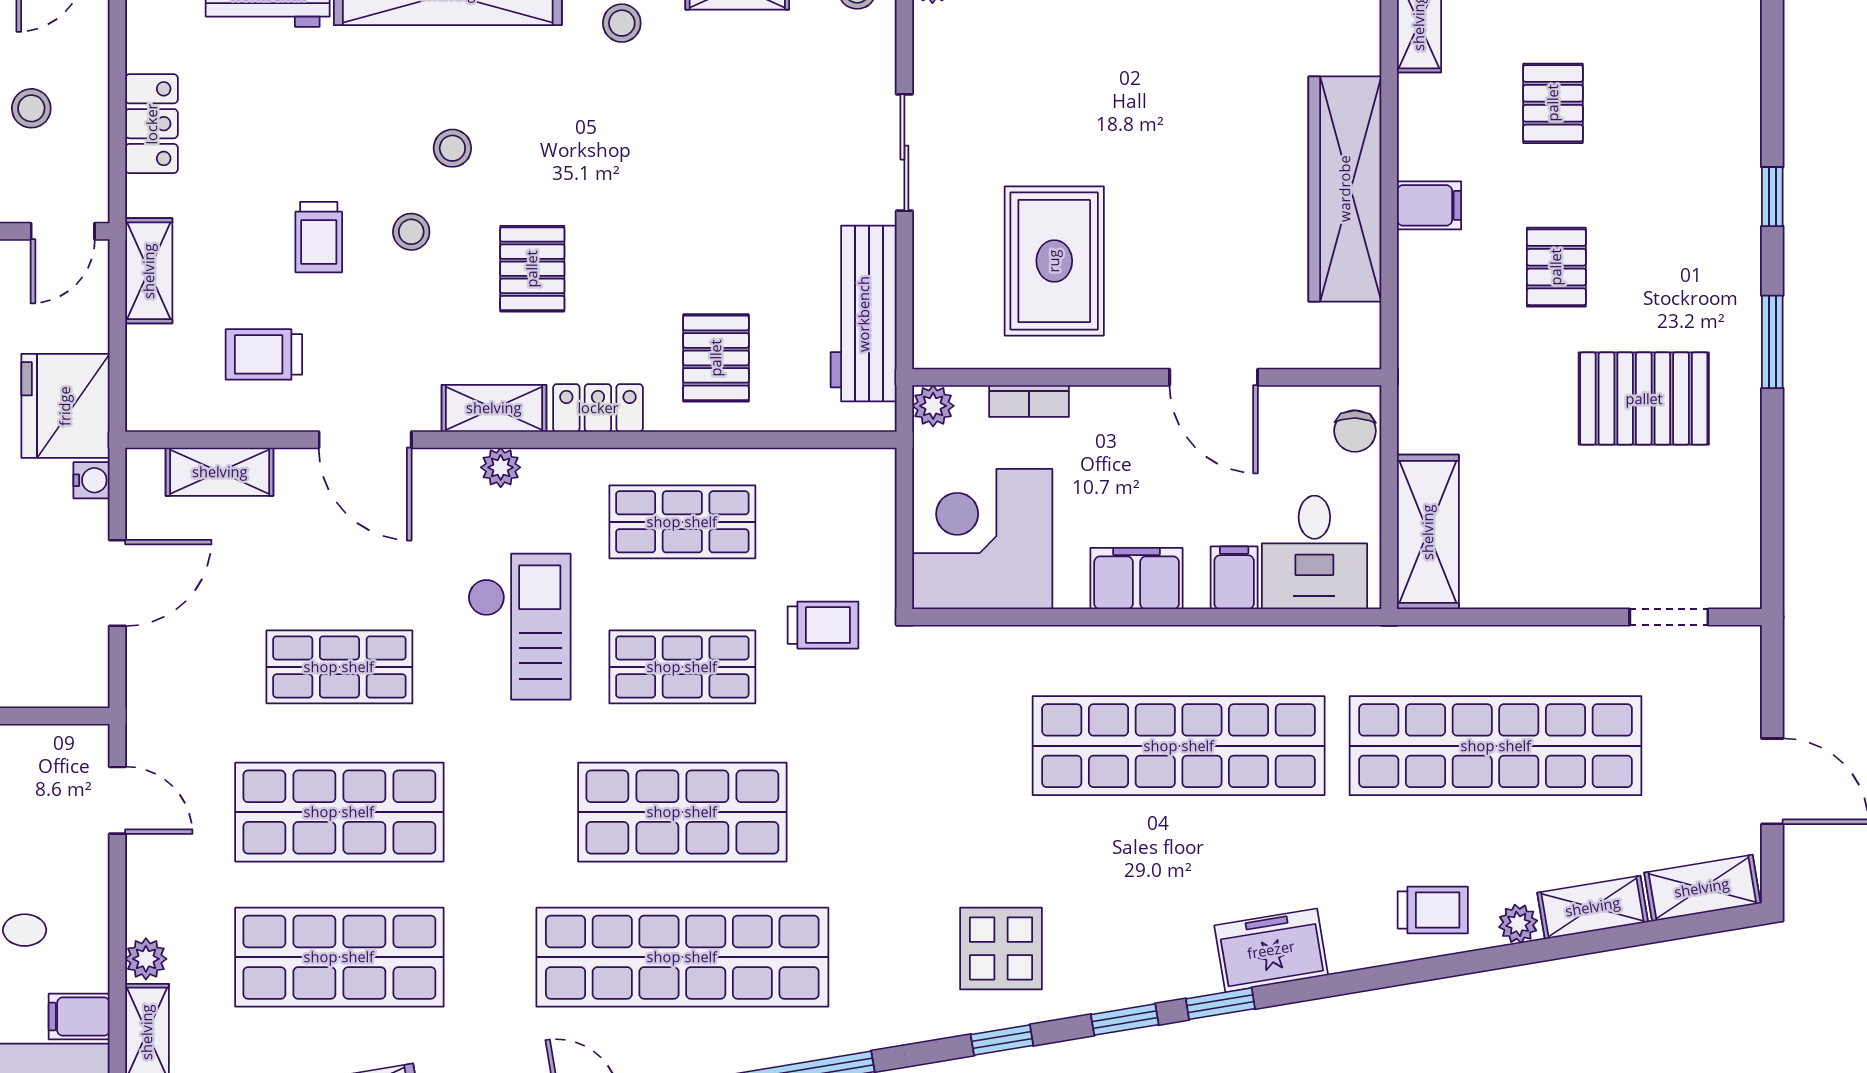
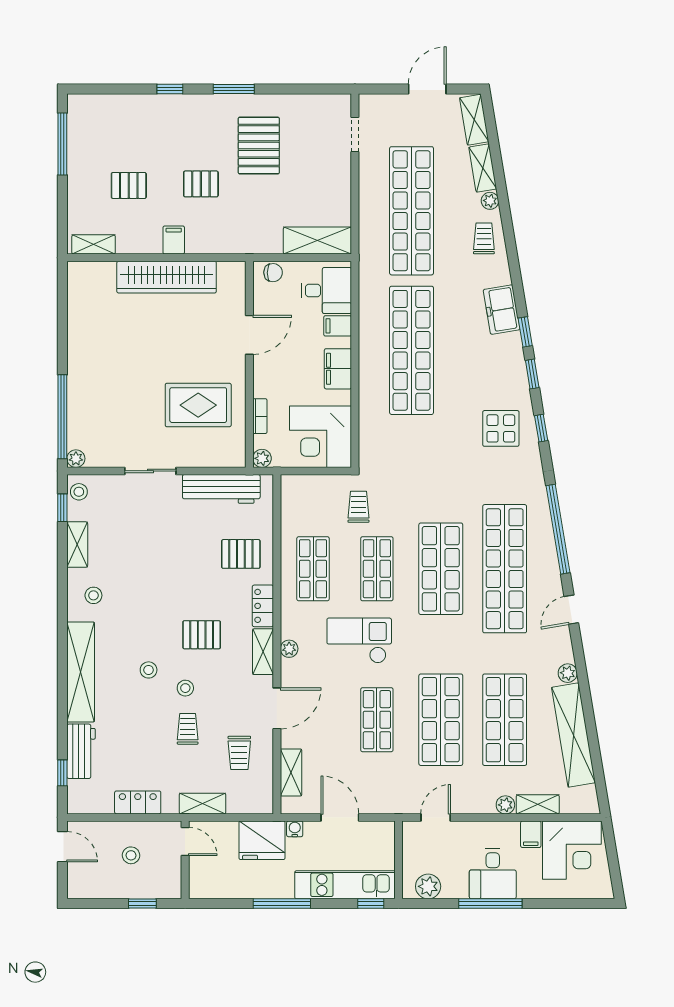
trolley: (319, 237) -> (188, 729), turned -90

